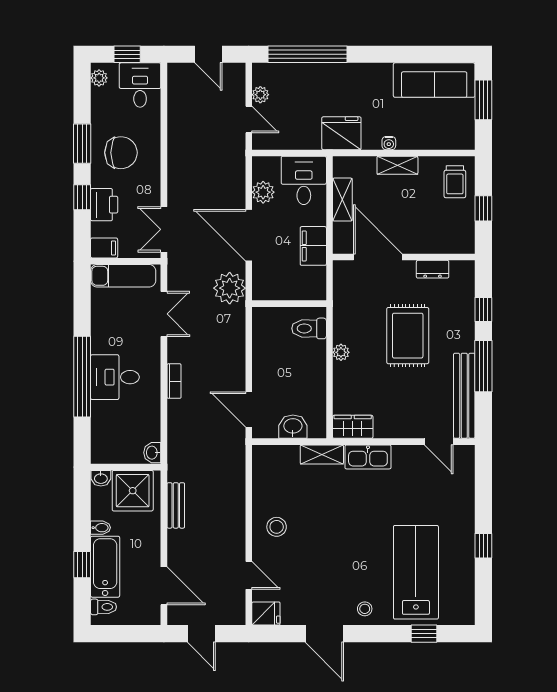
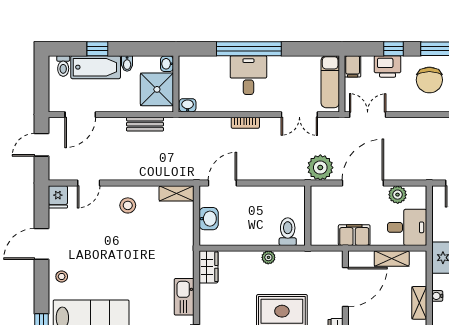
shelving: (322, 454) -> (177, 193), moved, turned 90
kitchen sink: (368, 457) -> (184, 297), moved

